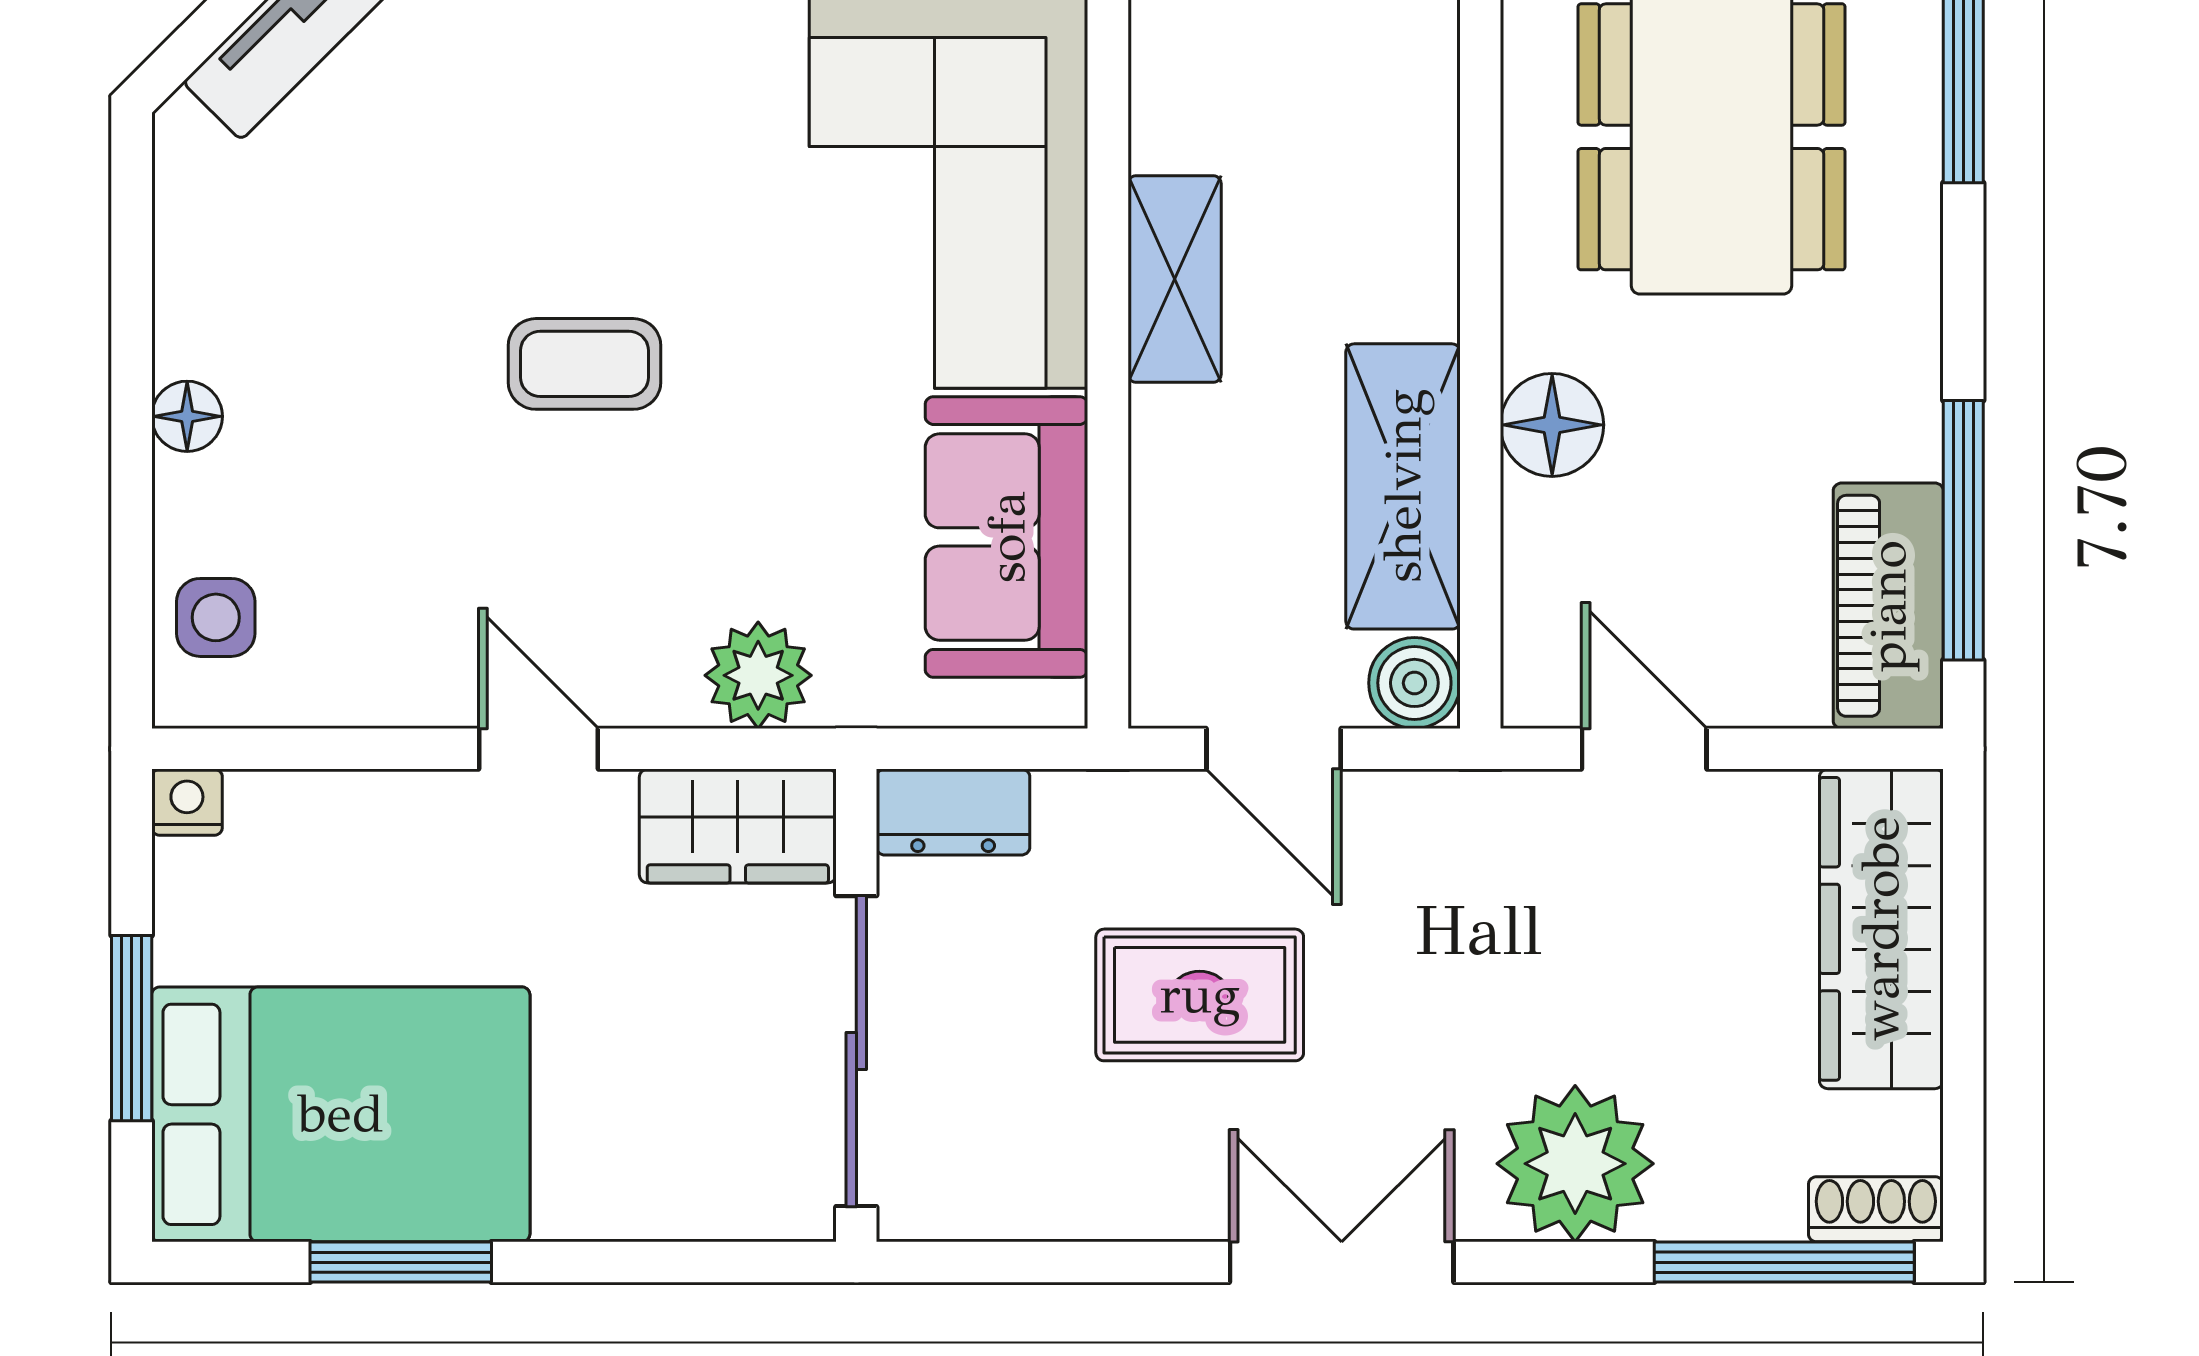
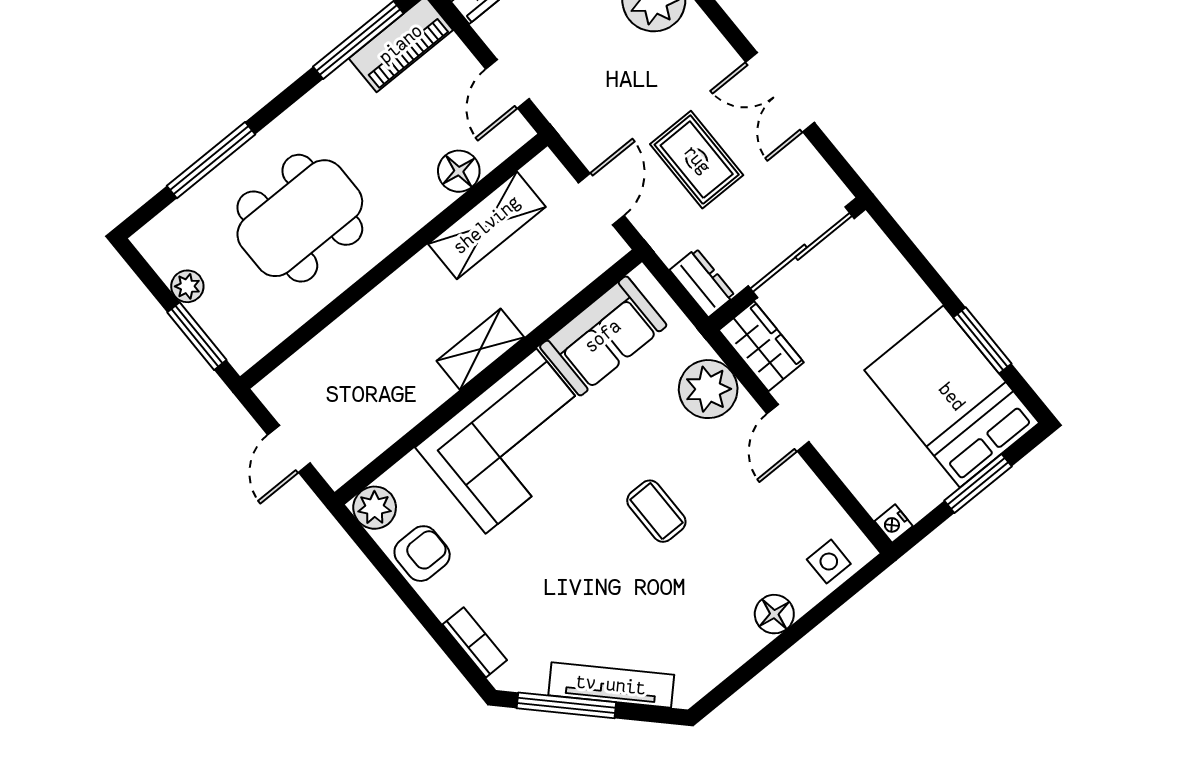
floor lamp: (187, 416) -> (774, 614), width x1.37, depth x1.37
floor lamp: (1552, 425) -> (459, 171), moved
plant: (758, 675) -> (708, 389), width x1.36, depth x1.36
boiler: (1414, 683) -> (545, 172), removed
double door: (1342, 1262) -> (780, 92), moved

